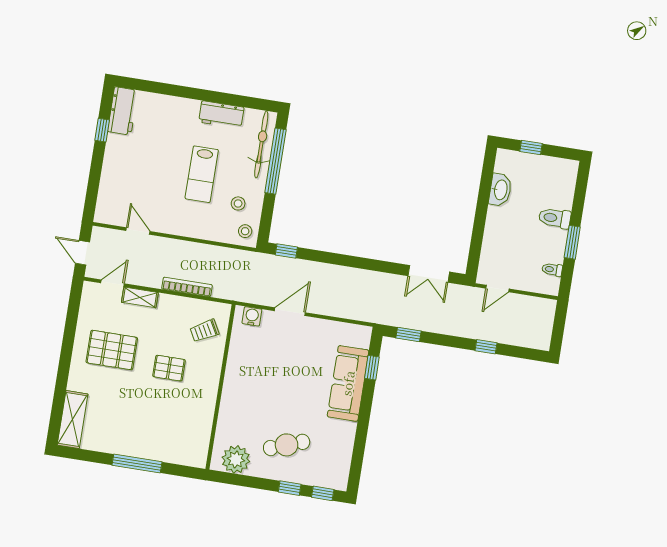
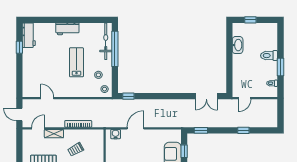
workbench: (221, 115) -> (67, 29), moved
lab bench: (202, 174) -> (76, 62), turned 180
trolley: (204, 331) -> (76, 149), moved

